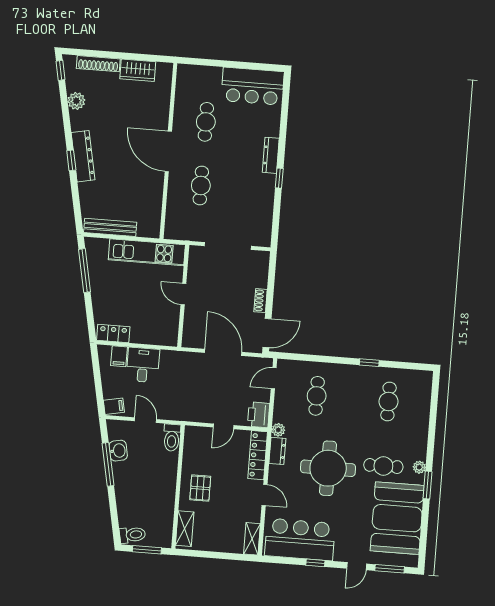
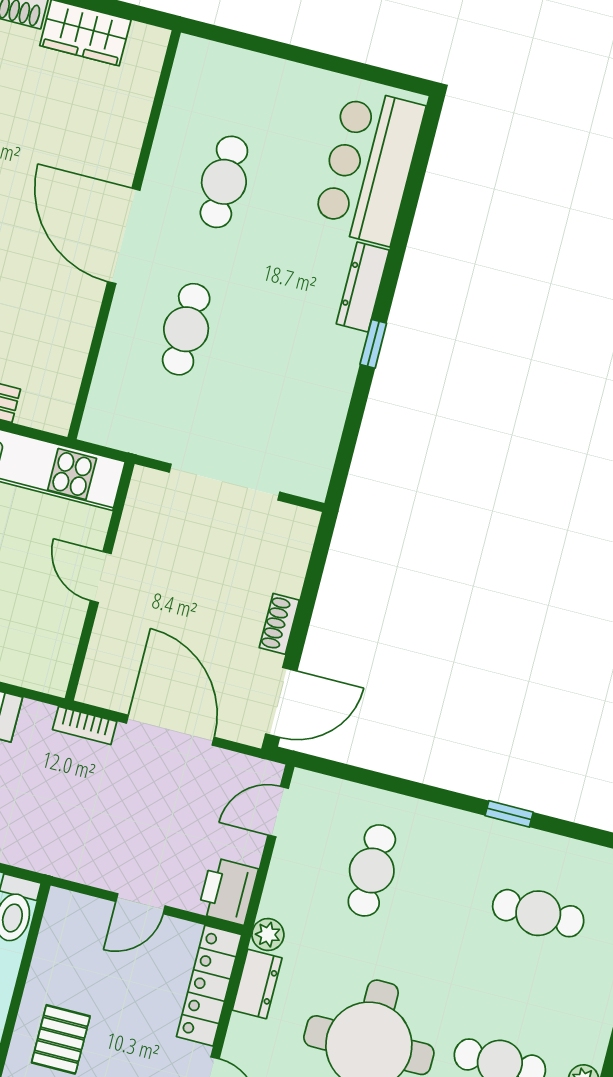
bar counter: (253, 86) -> (369, 166), moved, turned 90
bookcase: (188, 357) -> (85, 725), added
cafe table: (388, 401) -> (538, 913), turned 90

